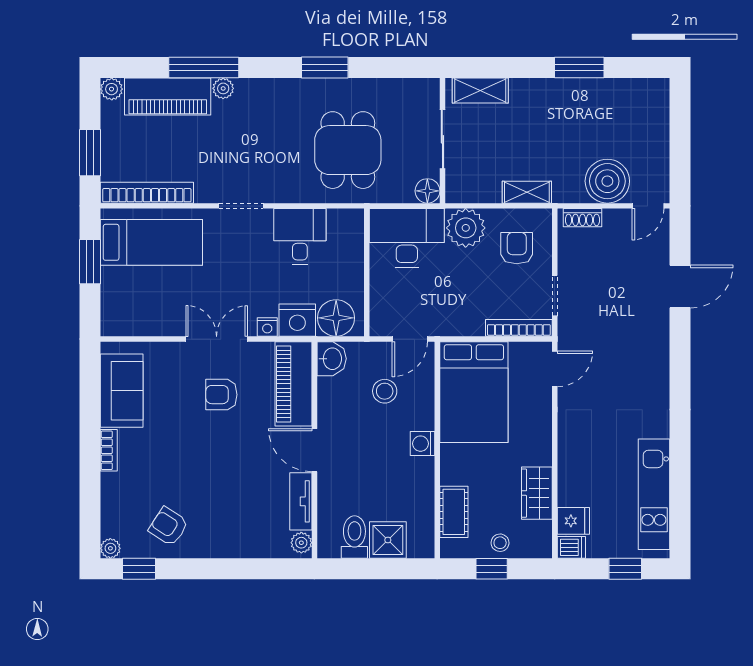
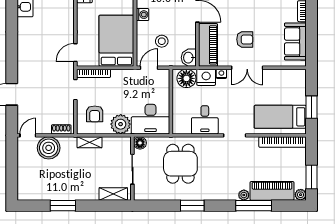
window: (90, 153) -> (311, 177), moved

